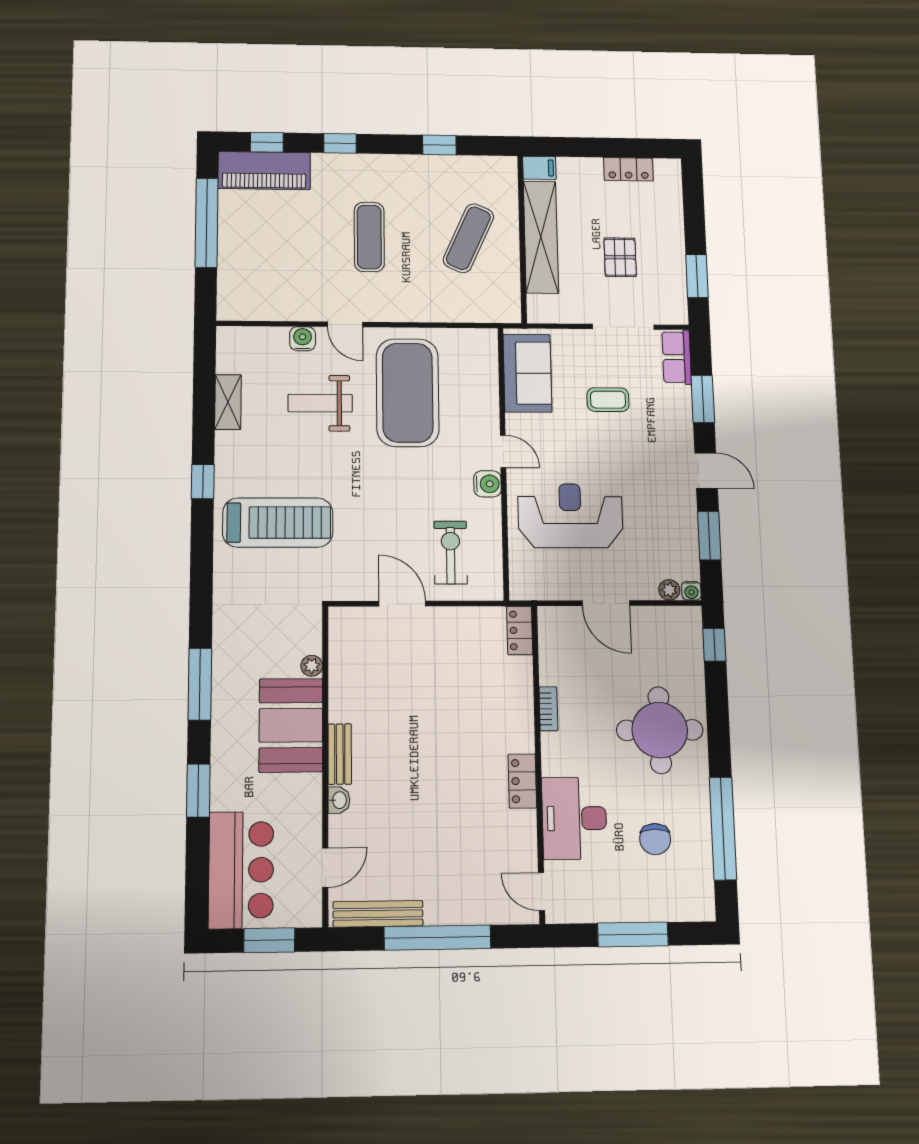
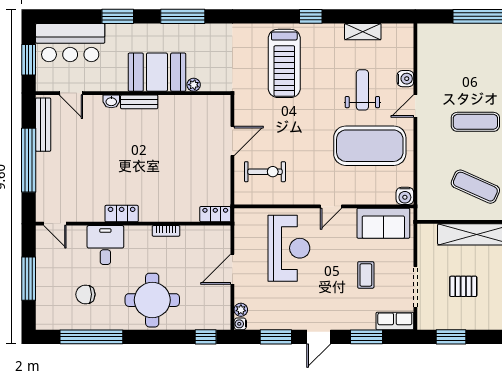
water cooler: (488, 484) -> (405, 196), moved
desk: (574, 818) -> (105, 245), width x0.73
door: (542, 892) -> (55, 224), swing flipped

